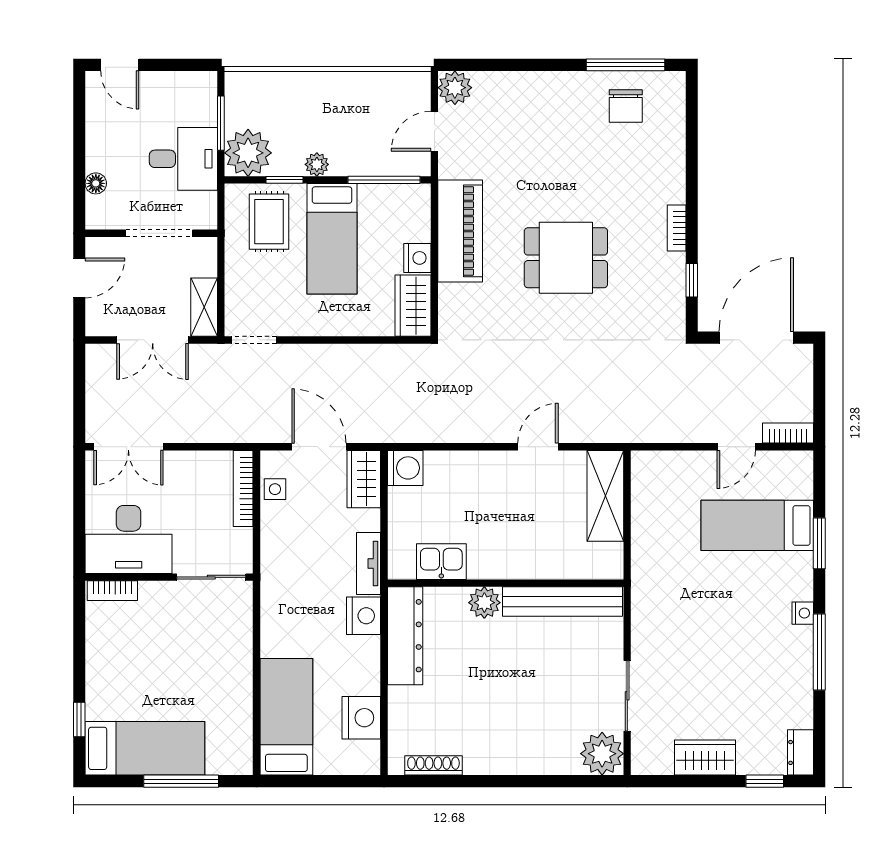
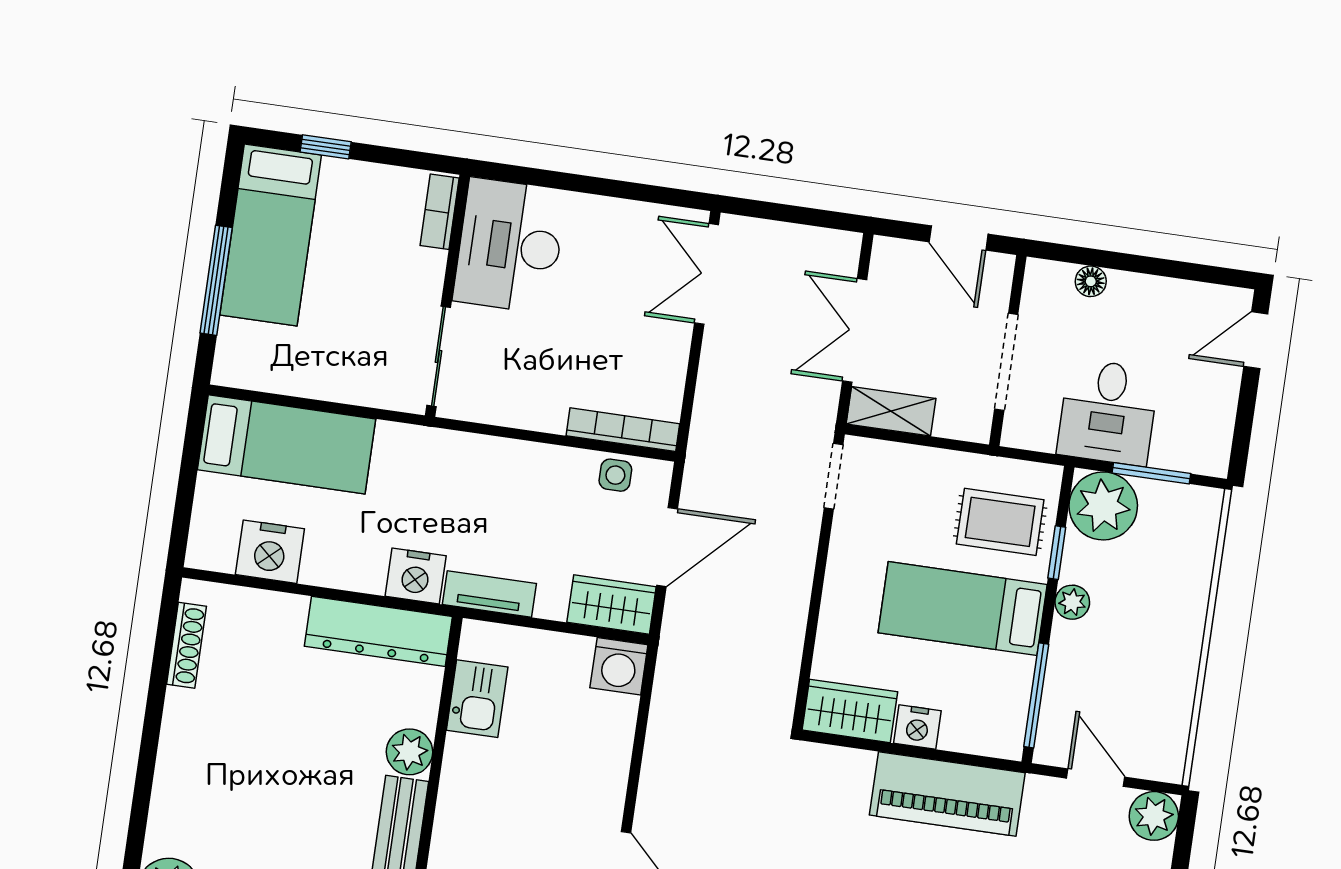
desk: (129, 539) -> (510, 246), moved
wall: (169, 577) -> (447, 296), moved
sliding door: (211, 577) -> (439, 356), moved
bookcase: (112, 591) -> (440, 212), moved

